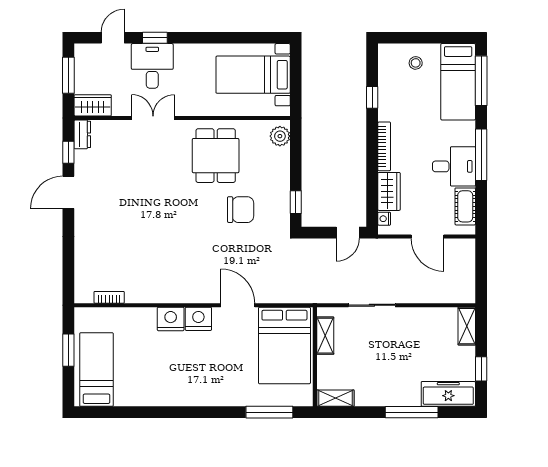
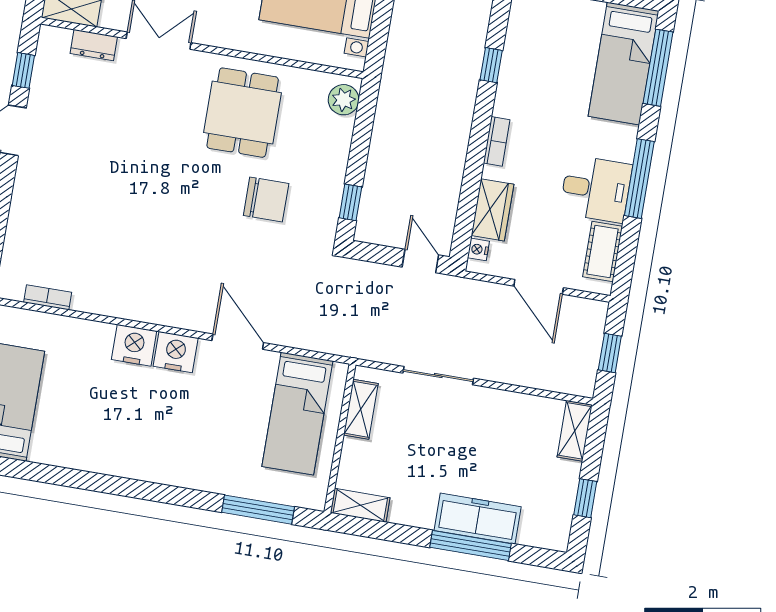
stool: (416, 63) -> (565, 25), removed
dresser: (82, 134) -> (94, 45), moved, turned 90
bookcase: (384, 146) -> (497, 141), width x0.64
door: (348, 233) -> (420, 261), swing flipped
window: (481, 272) -> (610, 353), added
bed: (284, 345) -> (297, 414), width x0.67
freezer: (448, 394) -> (478, 519), moved

